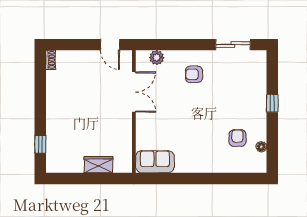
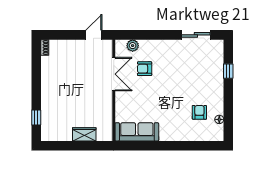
door: (110, 45) -> (94, 35), swing flipped
armchair: (194, 74) -> (145, 69), moved
window: (272, 103) -> (228, 71), moved
sofa: (155, 162) -> (137, 132), width x1.36

